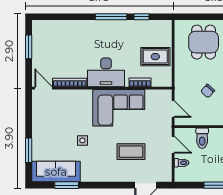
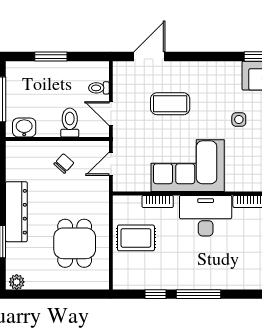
dining table: (204, 42) -> (75, 243), moved
chair: (208, 91) -> (64, 163), moved
door: (173, 109) -> (111, 164), hinge flipped

